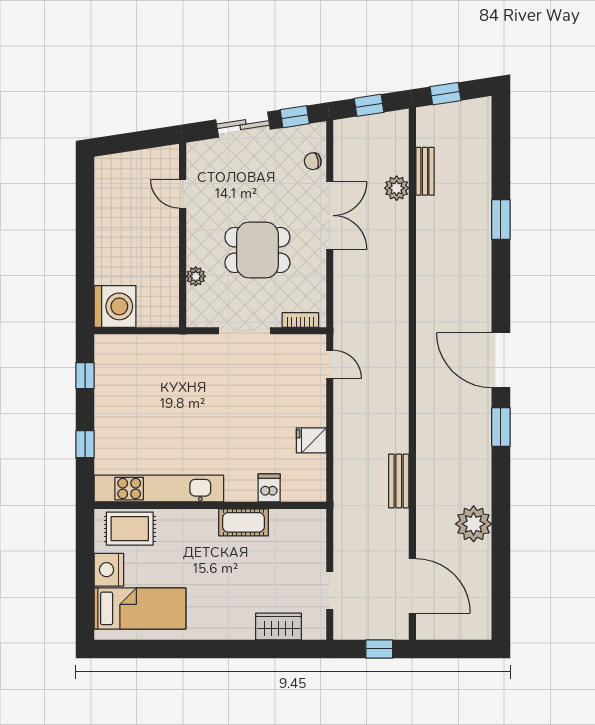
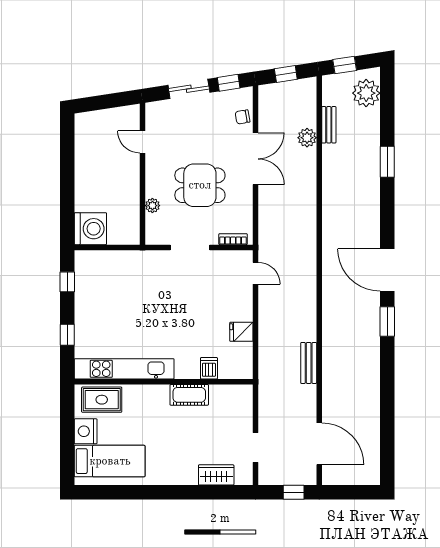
plant: (474, 524) -> (366, 93), moved

